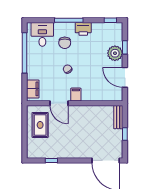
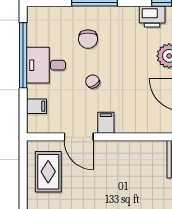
printer: (83, 29) -> (152, 17), moved
desk: (42, 34) -> (46, 65), moved, turned -90
filing cabinet: (33, 89) -> (36, 106), width x0.50

